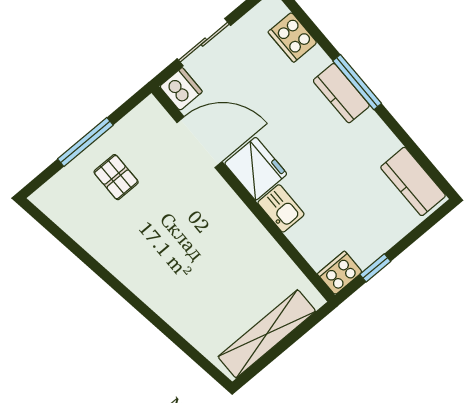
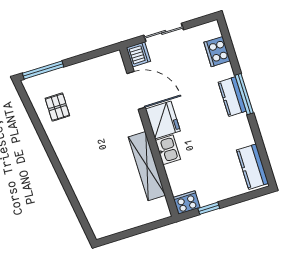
window: (85, 142) -> (43, 70), moved
pallet: (116, 177) -> (57, 107), moved
shelving: (267, 334) -> (147, 166), moved, turned 90

